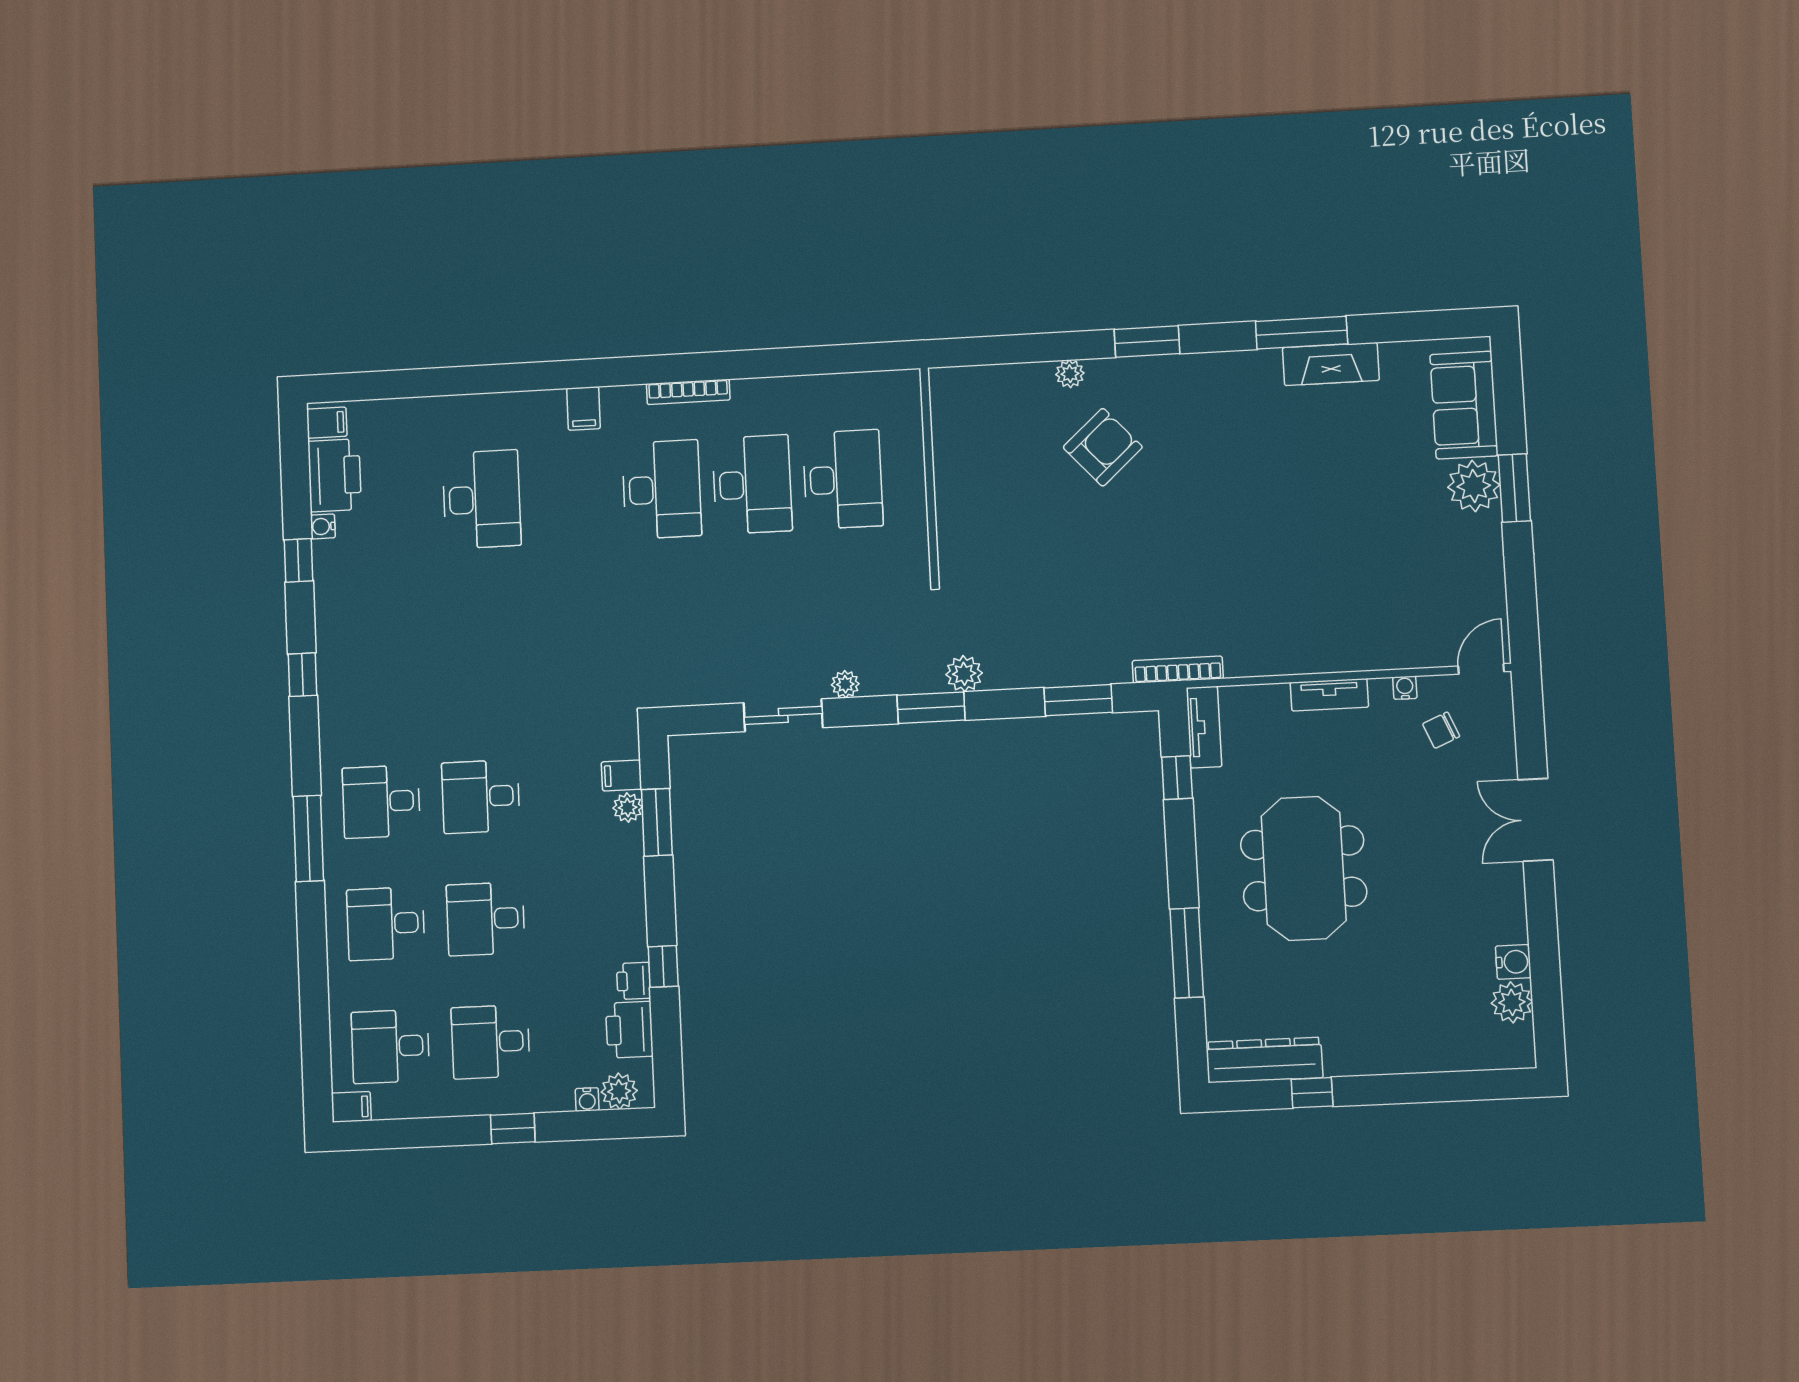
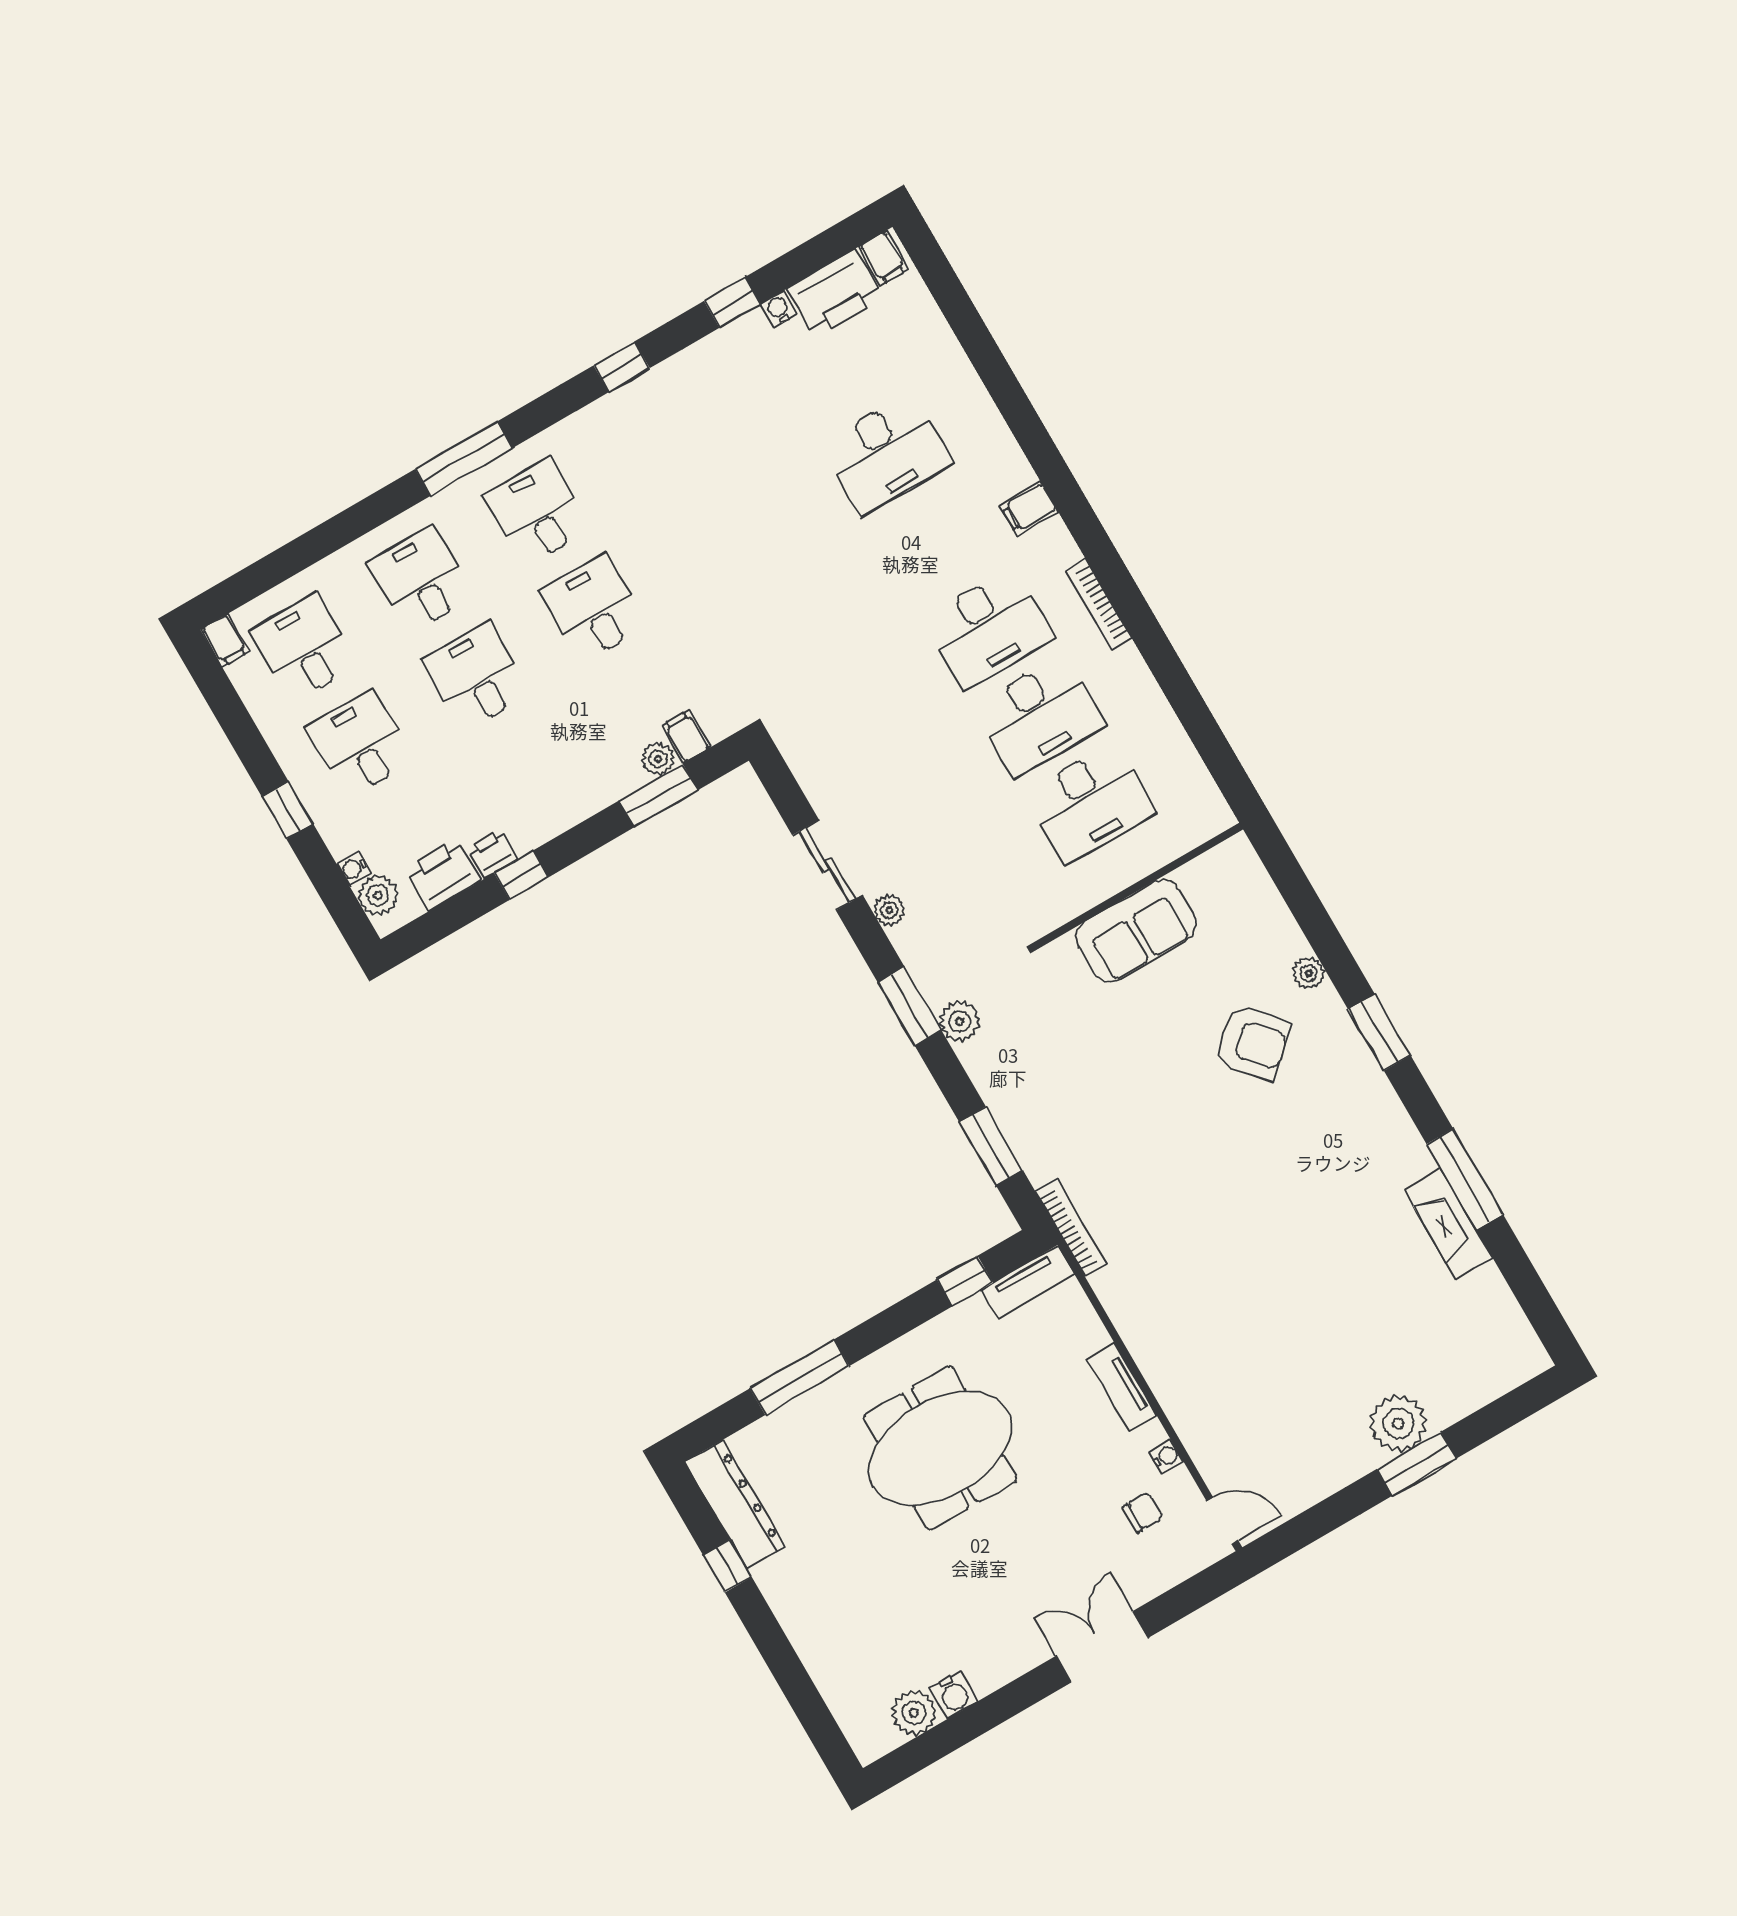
sofa: (1464, 405) -> (1136, 931), moved, turned 180
chair: (1441, 730) -> (1143, 1512), turned 113

